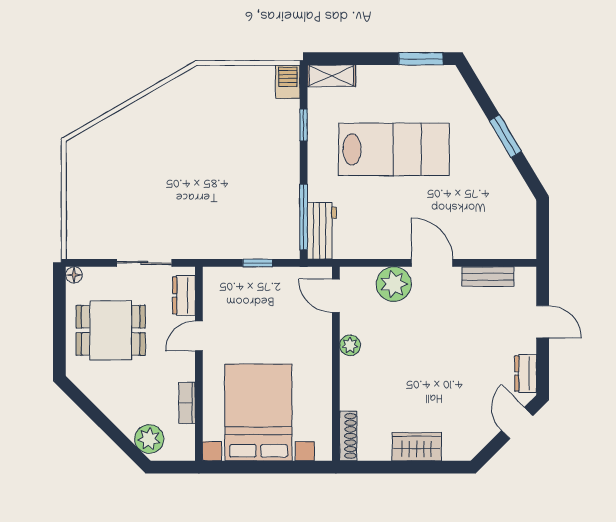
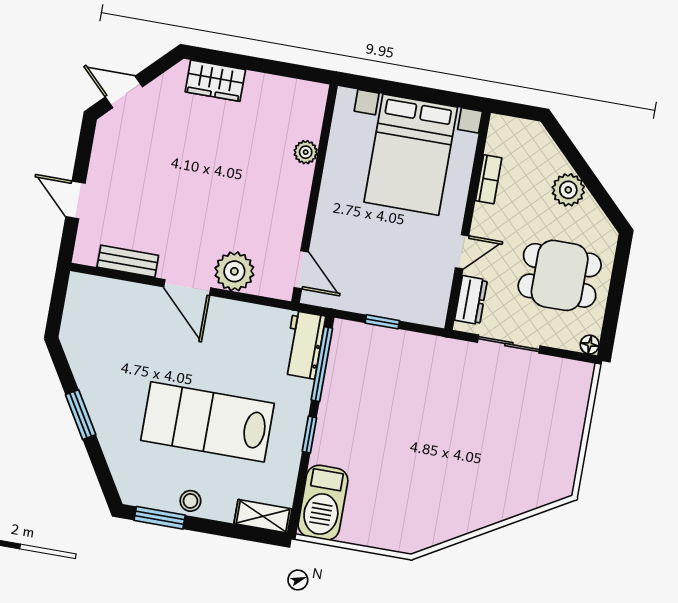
stool: (397, 78) -> (190, 501), added
barbecue: (288, 82) -> (323, 503), width x1.88, depth x1.53
window: (304, 125) -> (309, 435), moved
plant: (350, 345) -> (306, 152), moved
dresser: (526, 373) -> (105, 146), removed
door: (517, 423) -> (124, 92), swing flipped
shoe rack: (348, 436) -> (315, 111), removed
plant: (149, 439) -> (568, 190), moved
wardrobe: (417, 447) -> (215, 81), moved

